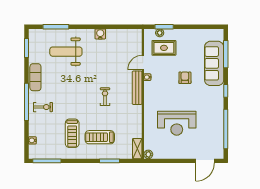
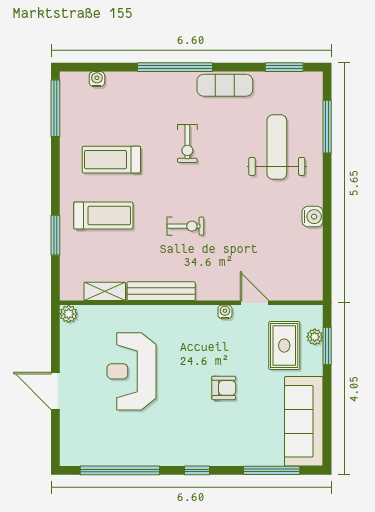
sofa: (214, 63) -> (304, 421), moved, turned -90
bench: (137, 88) -> (161, 291), moved
exercise bike: (43, 107) -> (187, 144), moved
treadmill: (100, 137) -> (103, 215), turned 90
shelving: (137, 149) -> (105, 291), moved
door: (205, 161) -> (55, 391), moved

